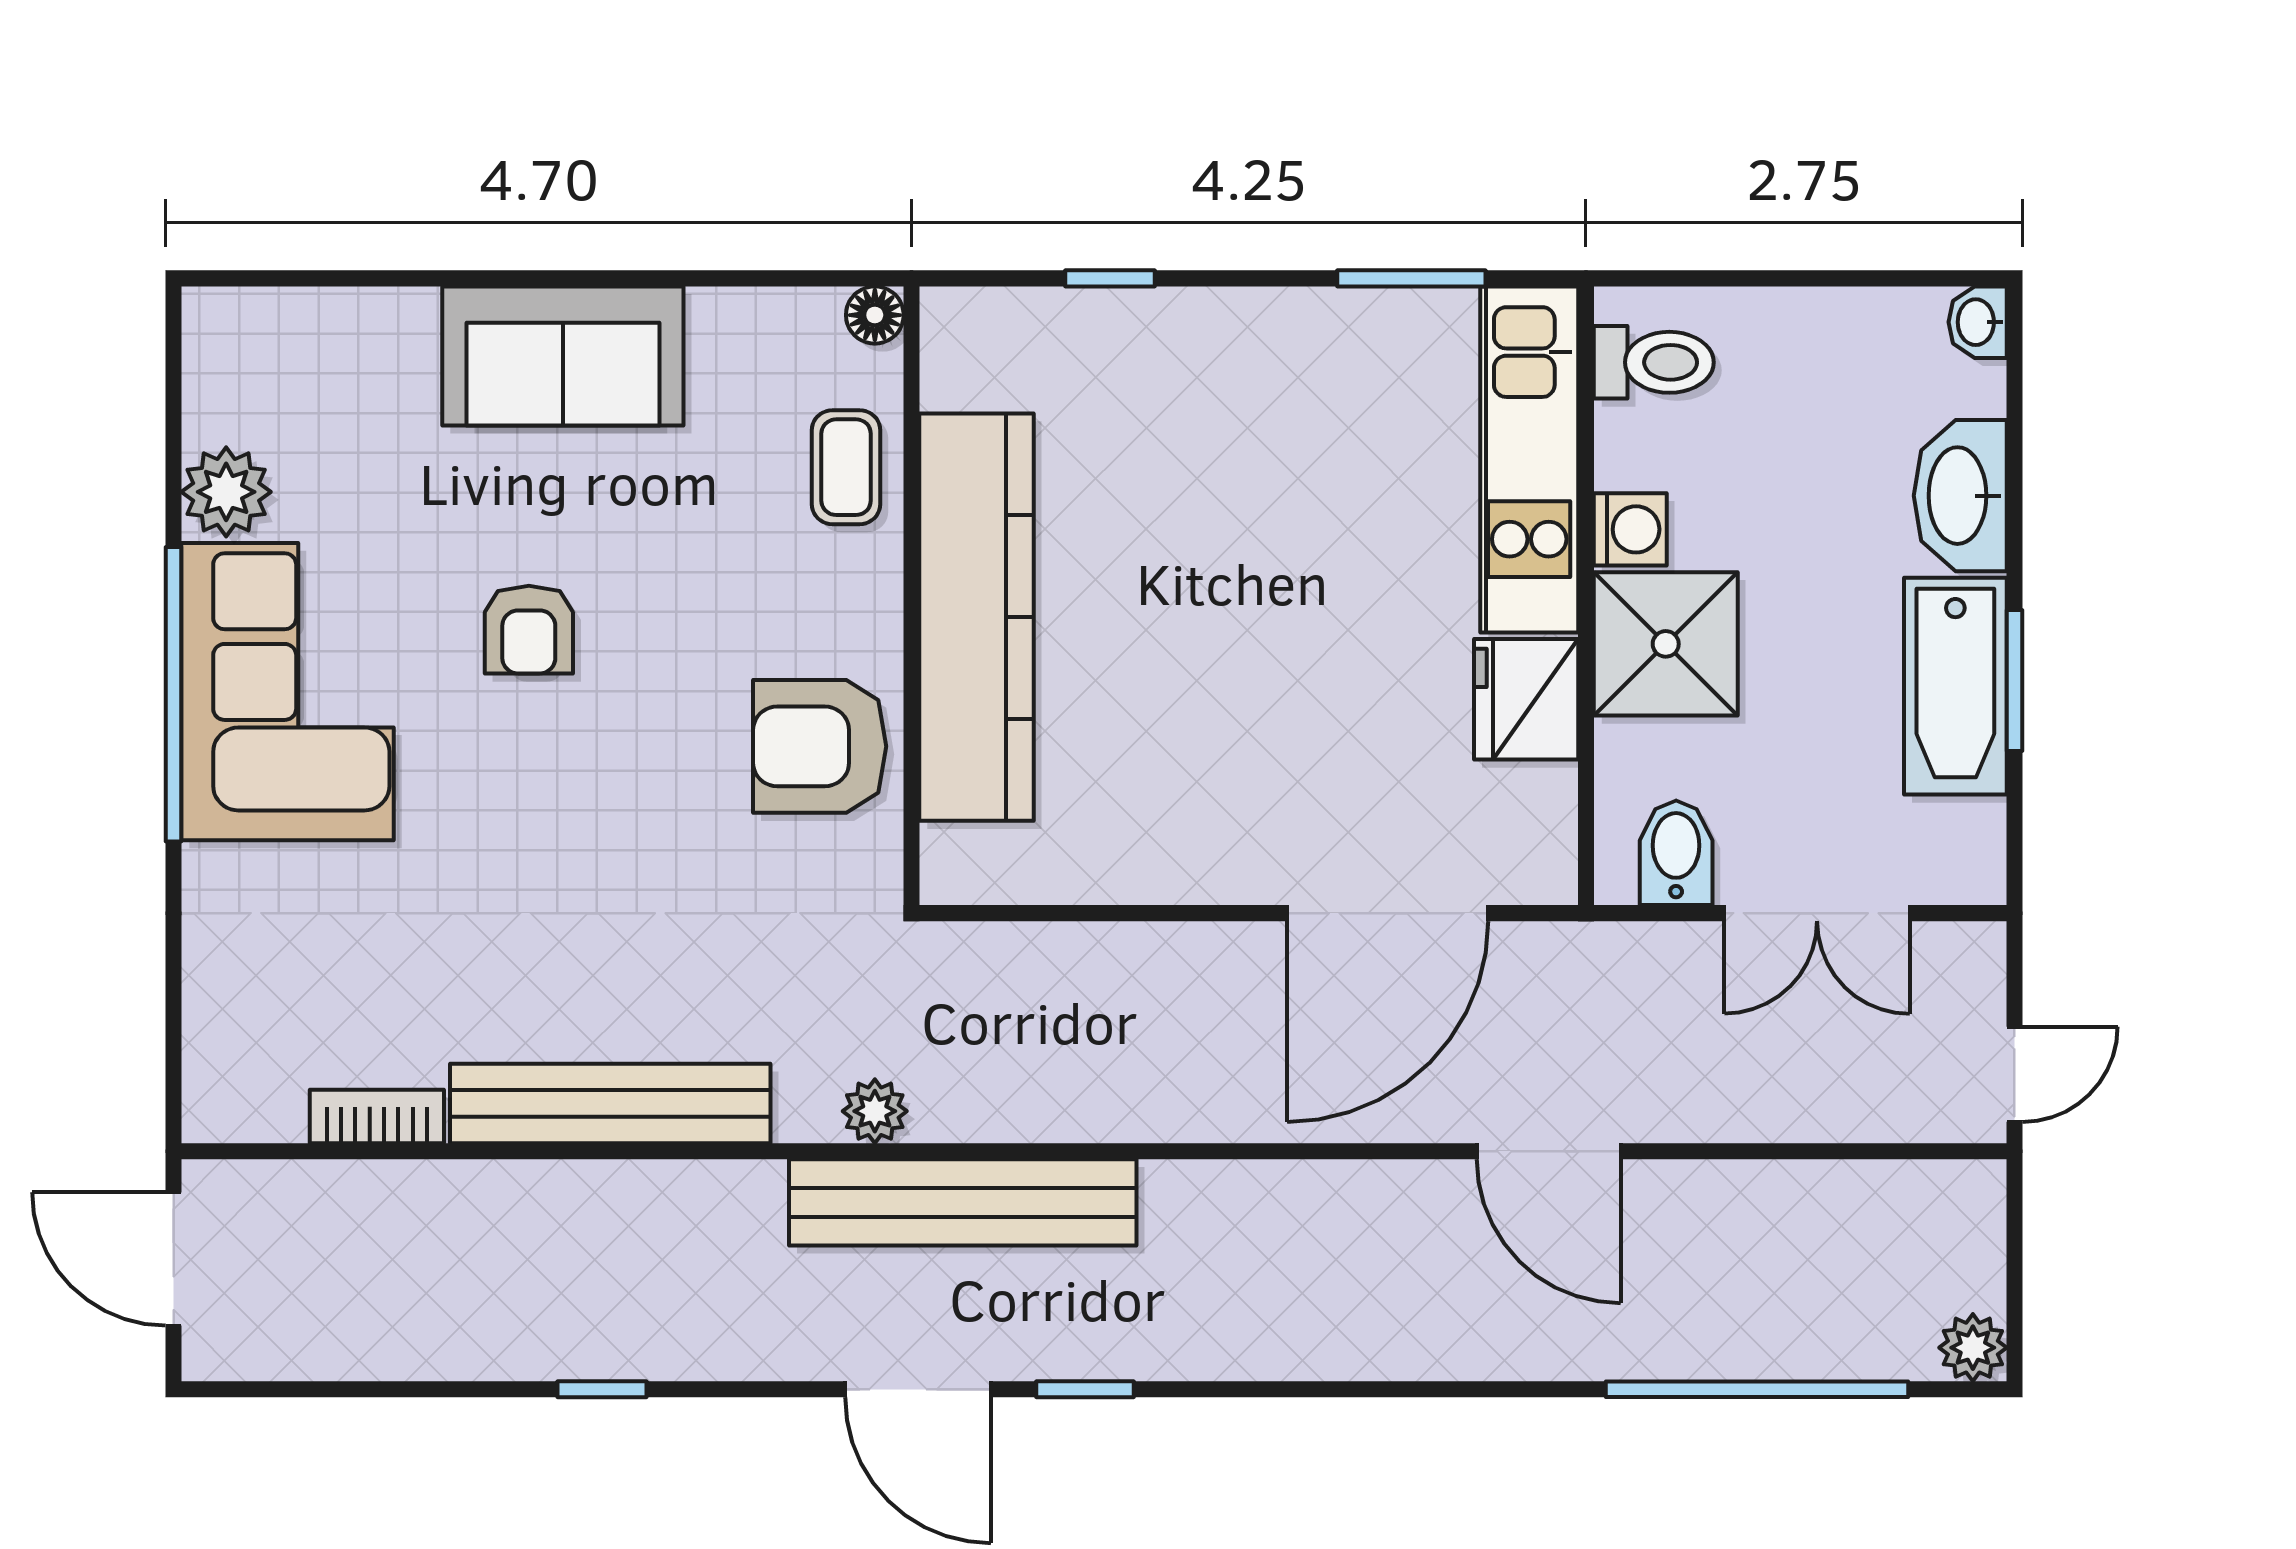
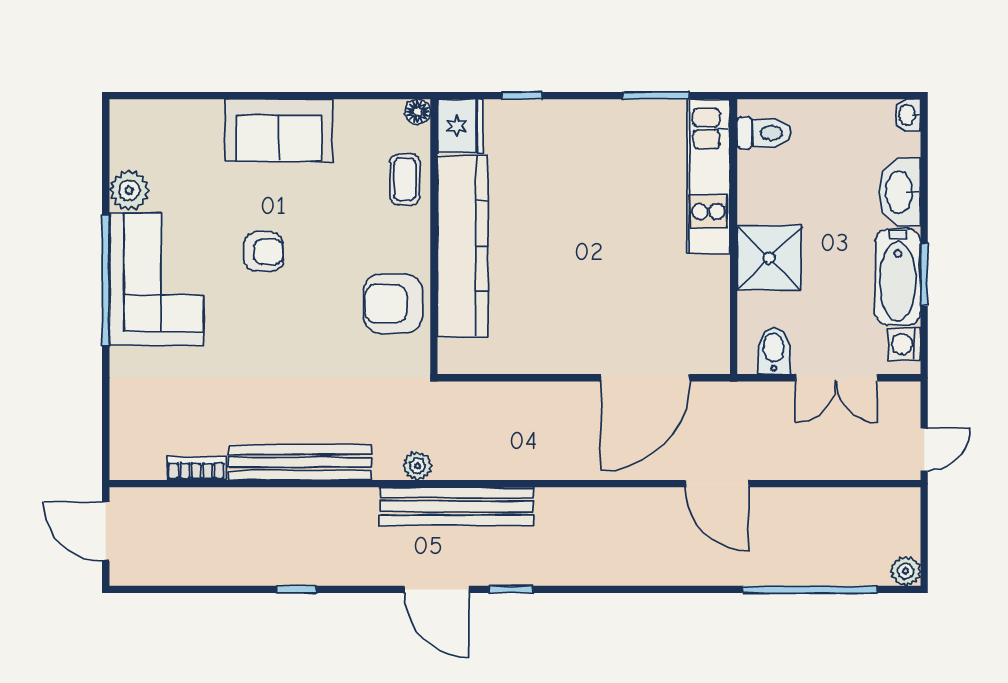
washing machine: (1630, 529) -> (905, 344), moved, turned 180
armchair: (529, 630) -> (264, 252), turned -90
fridge: (1526, 699) -> (460, 126), moved, turned 180

